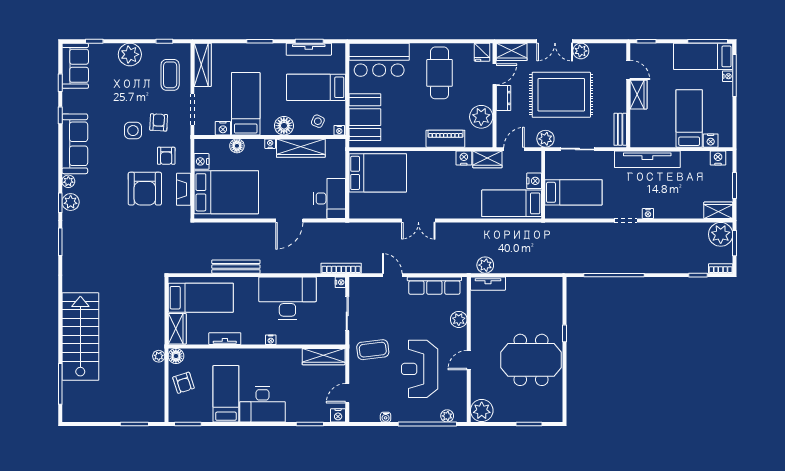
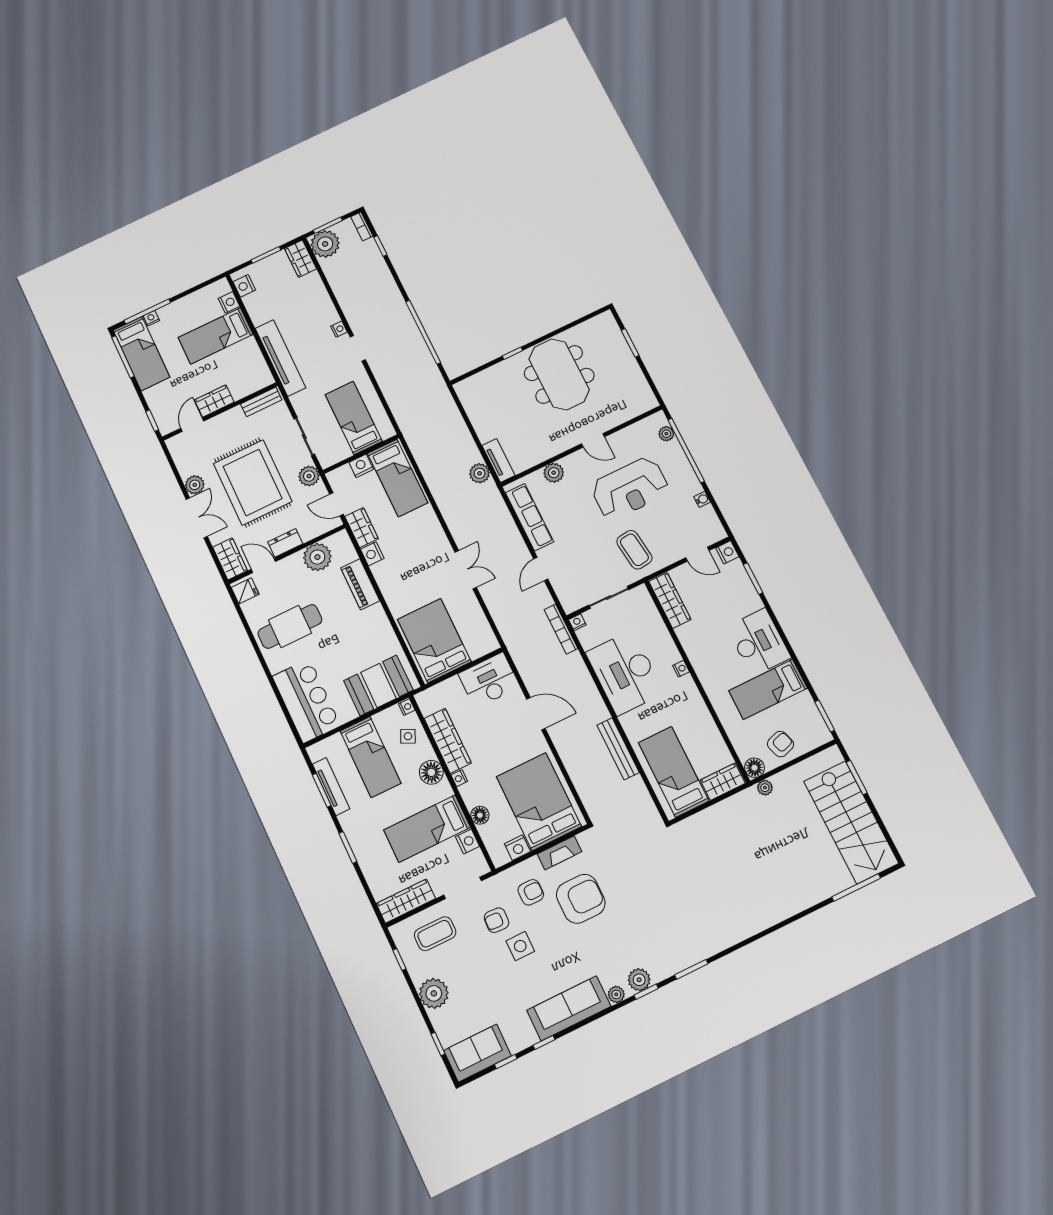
stairs: (80, 337) -> (851, 822), moved, turned -90
tv unit: (225, 339) -> (706, 721), removed
plant: (482, 411) -> (641, 400), removed

